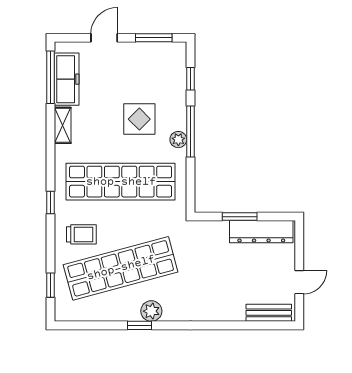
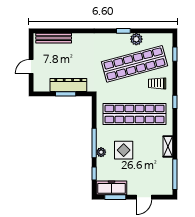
freezer: (67, 79) -> (111, 188), moved, turned 90
plant: (178, 140) -> (101, 152), moved
dresser: (261, 232) -> (68, 85), moved
door: (299, 282) -> (31, 66), moved
plant: (151, 311) -> (136, 39), moved
bench: (269, 313) -> (54, 38), width x1.36

